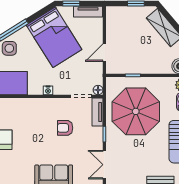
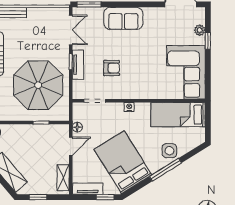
shelving: (112, 22) -> (63, 178), added
floor lamp: (98, 90) -> (77, 127), moved
tv unit: (97, 112) -> (78, 65), moved

